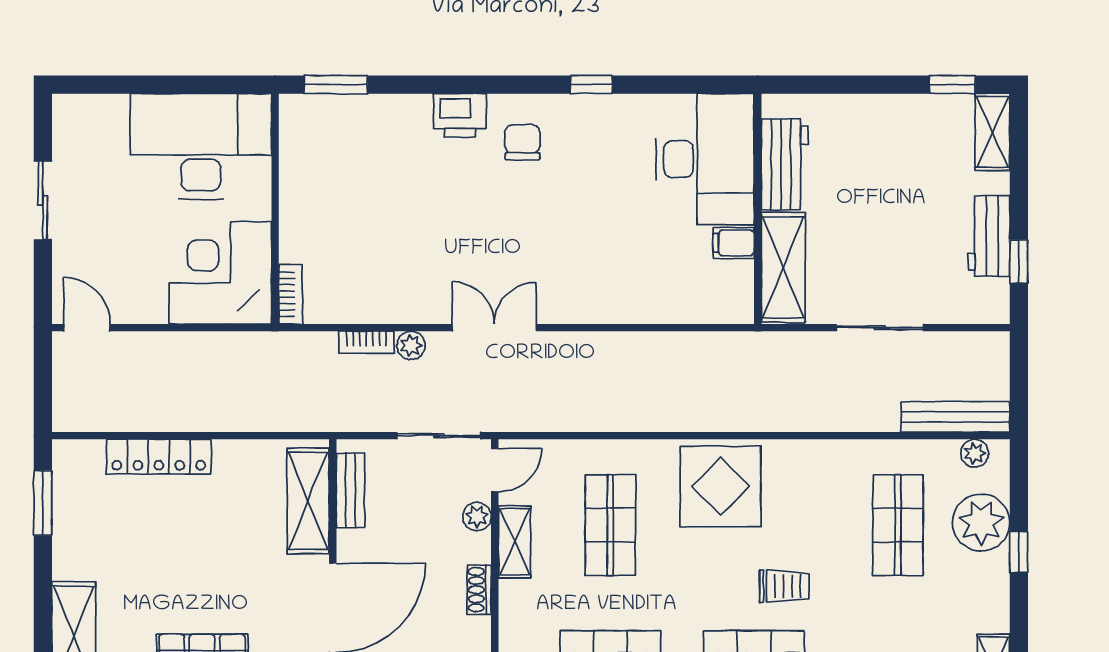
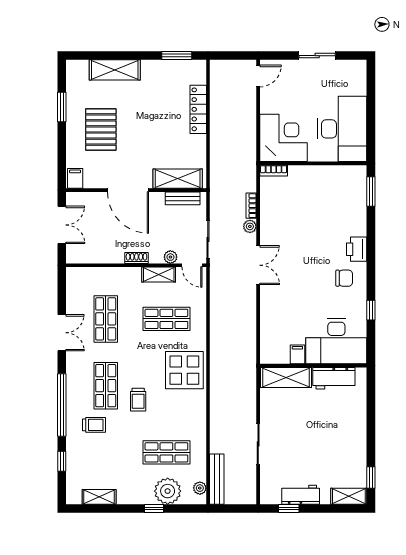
desk: (705, 159) -> (336, 341), moved
workbench: (785, 164) -> (334, 378), moved
wall: (758, 209) -> (313, 366), moved
filing cabinet: (734, 243) -> (297, 354), moved
shelving: (783, 267) -> (286, 377), moved

